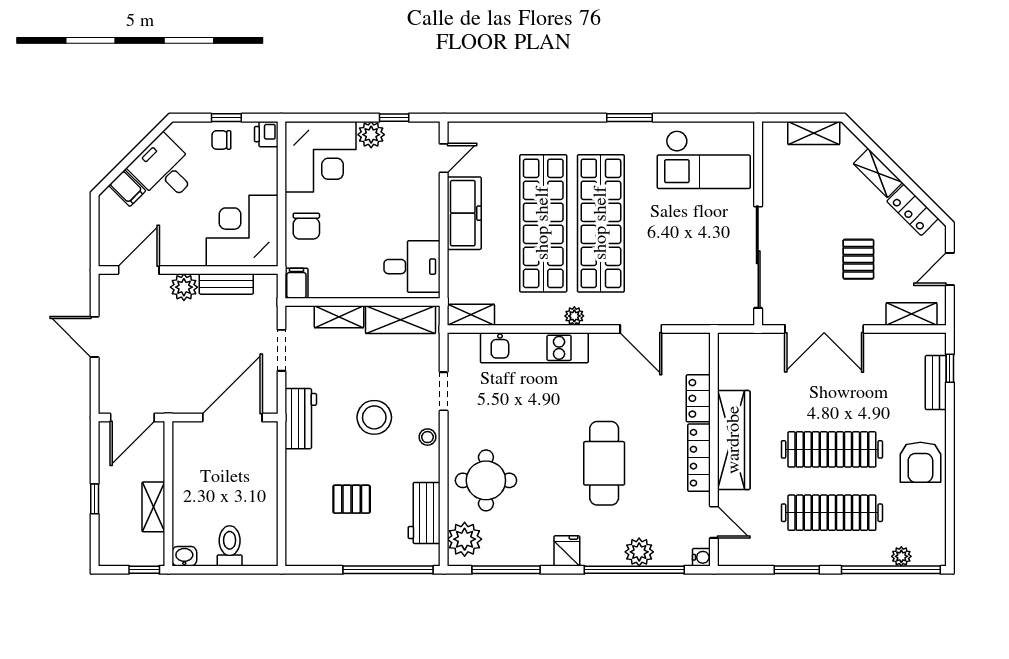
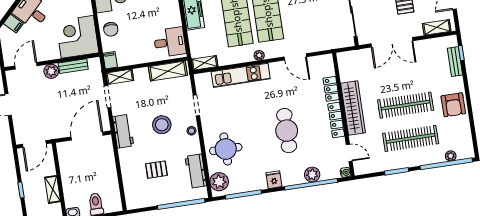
shelving: (339, 317) -> (120, 77), moved

